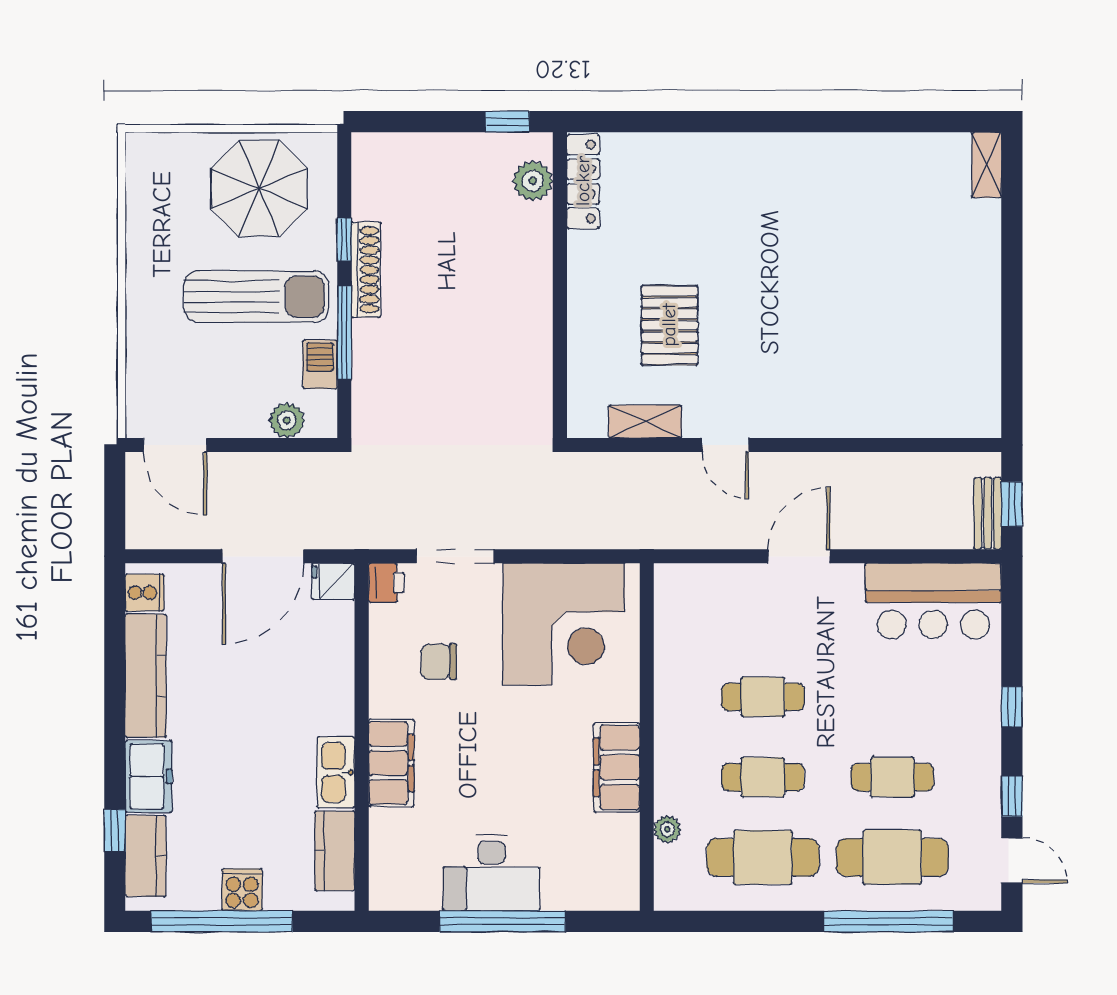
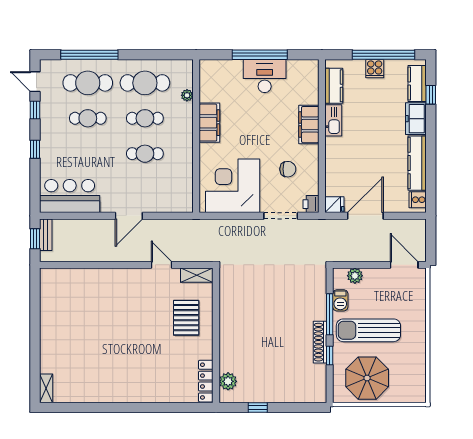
plant: (533, 181) -> (228, 381), moved
locker: (583, 181) -> (206, 381), moved
wall: (560, 285) -> (216, 335), moved

